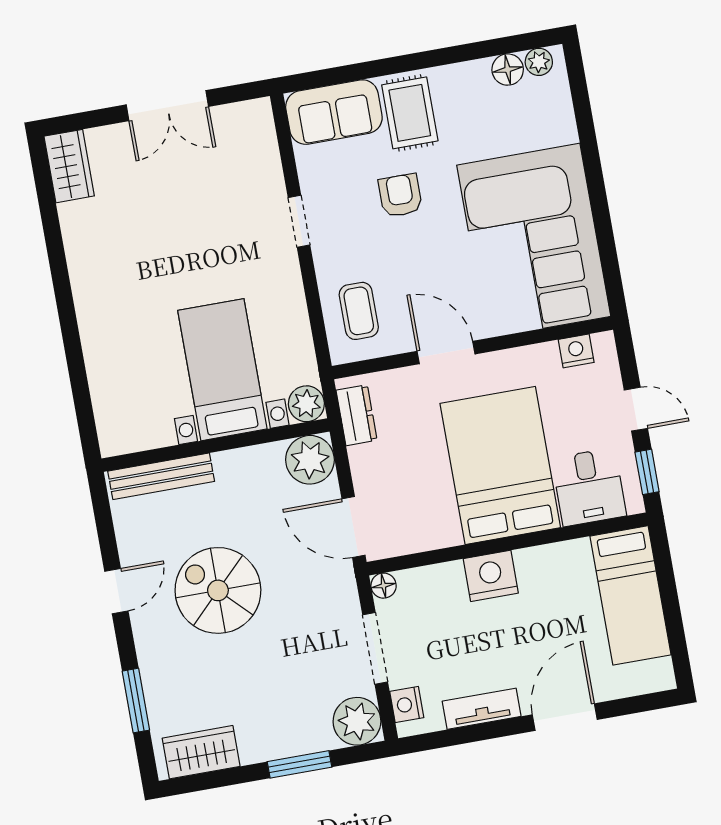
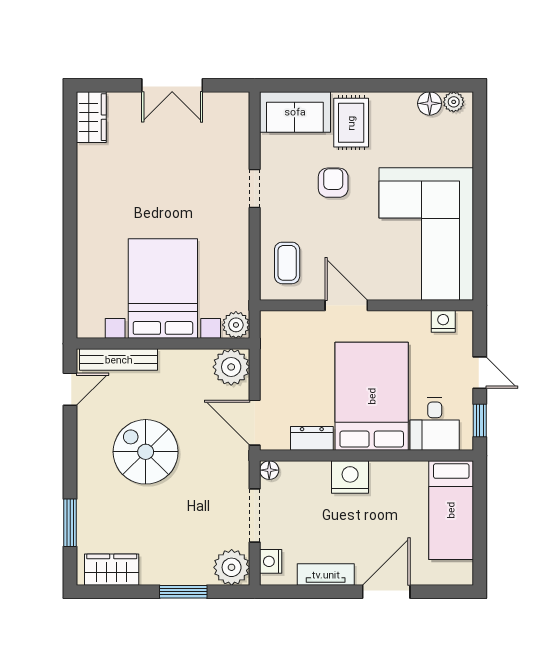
bed with nightstands: (222, 370) -> (163, 289), width x1.36
dresser: (357, 415) -> (312, 438), moved, turned -90
door: (116, 591) -> (70, 389), moved

